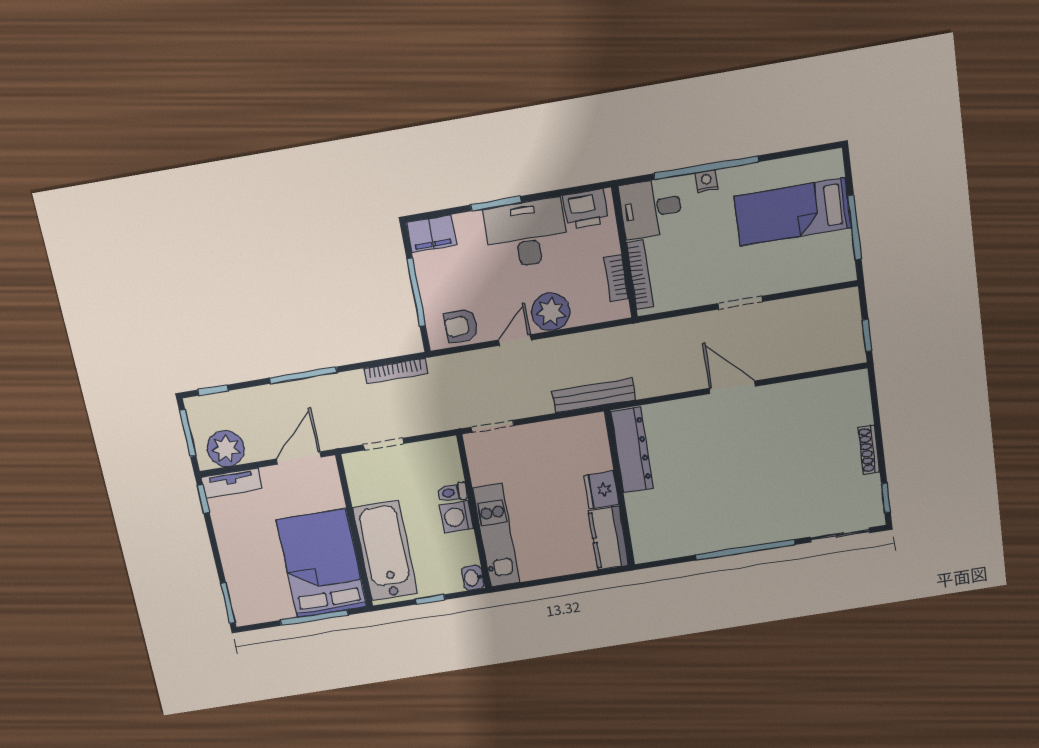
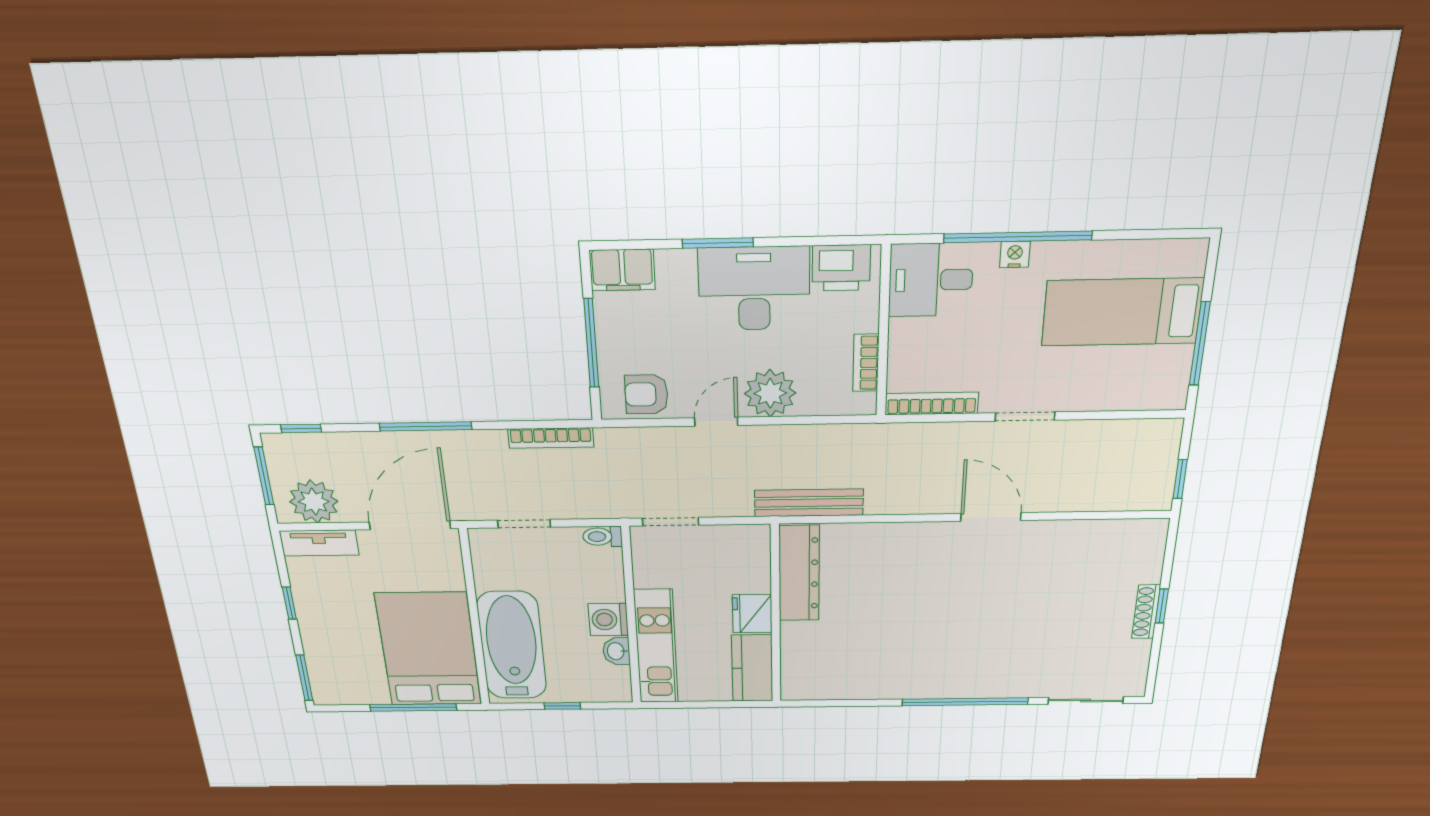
bookcase: (640, 275) -> (932, 403), moved, turned -90
dresser: (632, 450) -> (799, 573), moved
door: (299, 458) -> (410, 525), width x1.36
wall: (620, 489) -> (776, 615), moved
fridge: (601, 490) -> (752, 614), moved
toilet: (452, 492) -> (602, 537), moved
window: (886, 498) -> (1162, 606), moved
window: (203, 499) -> (289, 603), moved
kitchen counter: (609, 538) -> (752, 668), moved
washbasin: (473, 578) -> (616, 651), moved

